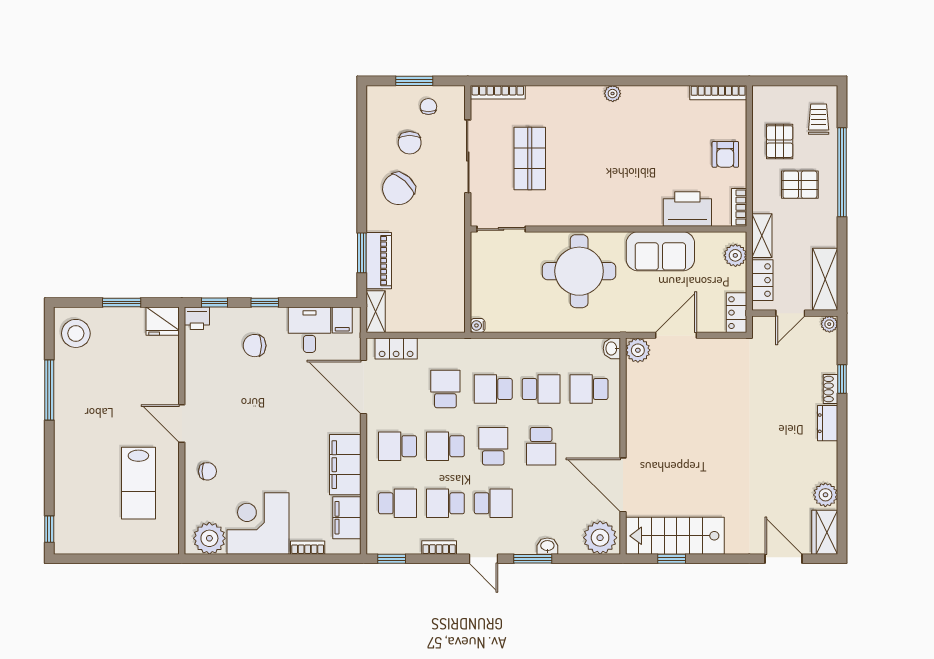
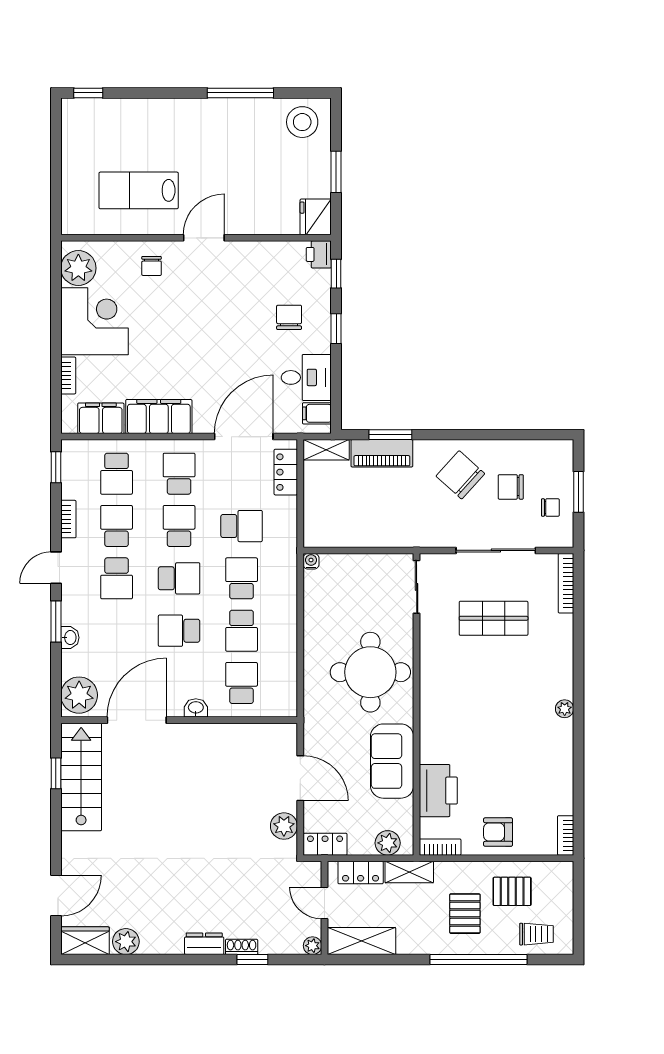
bookcase: (718, 93) -> (566, 835), width x0.64
washbasin: (612, 348) -> (196, 708), moved
plant: (638, 350) -> (284, 826), moved

